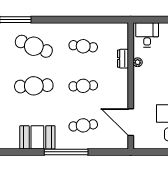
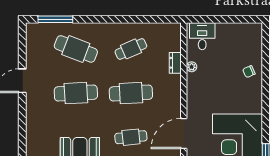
cafe table: (83, 46) -> (131, 49), turned -30
cafe table: (83, 86) -> (131, 93), width x1.37, depth x1.35
door: (131, 122) -> (184, 133), hinge flipped

